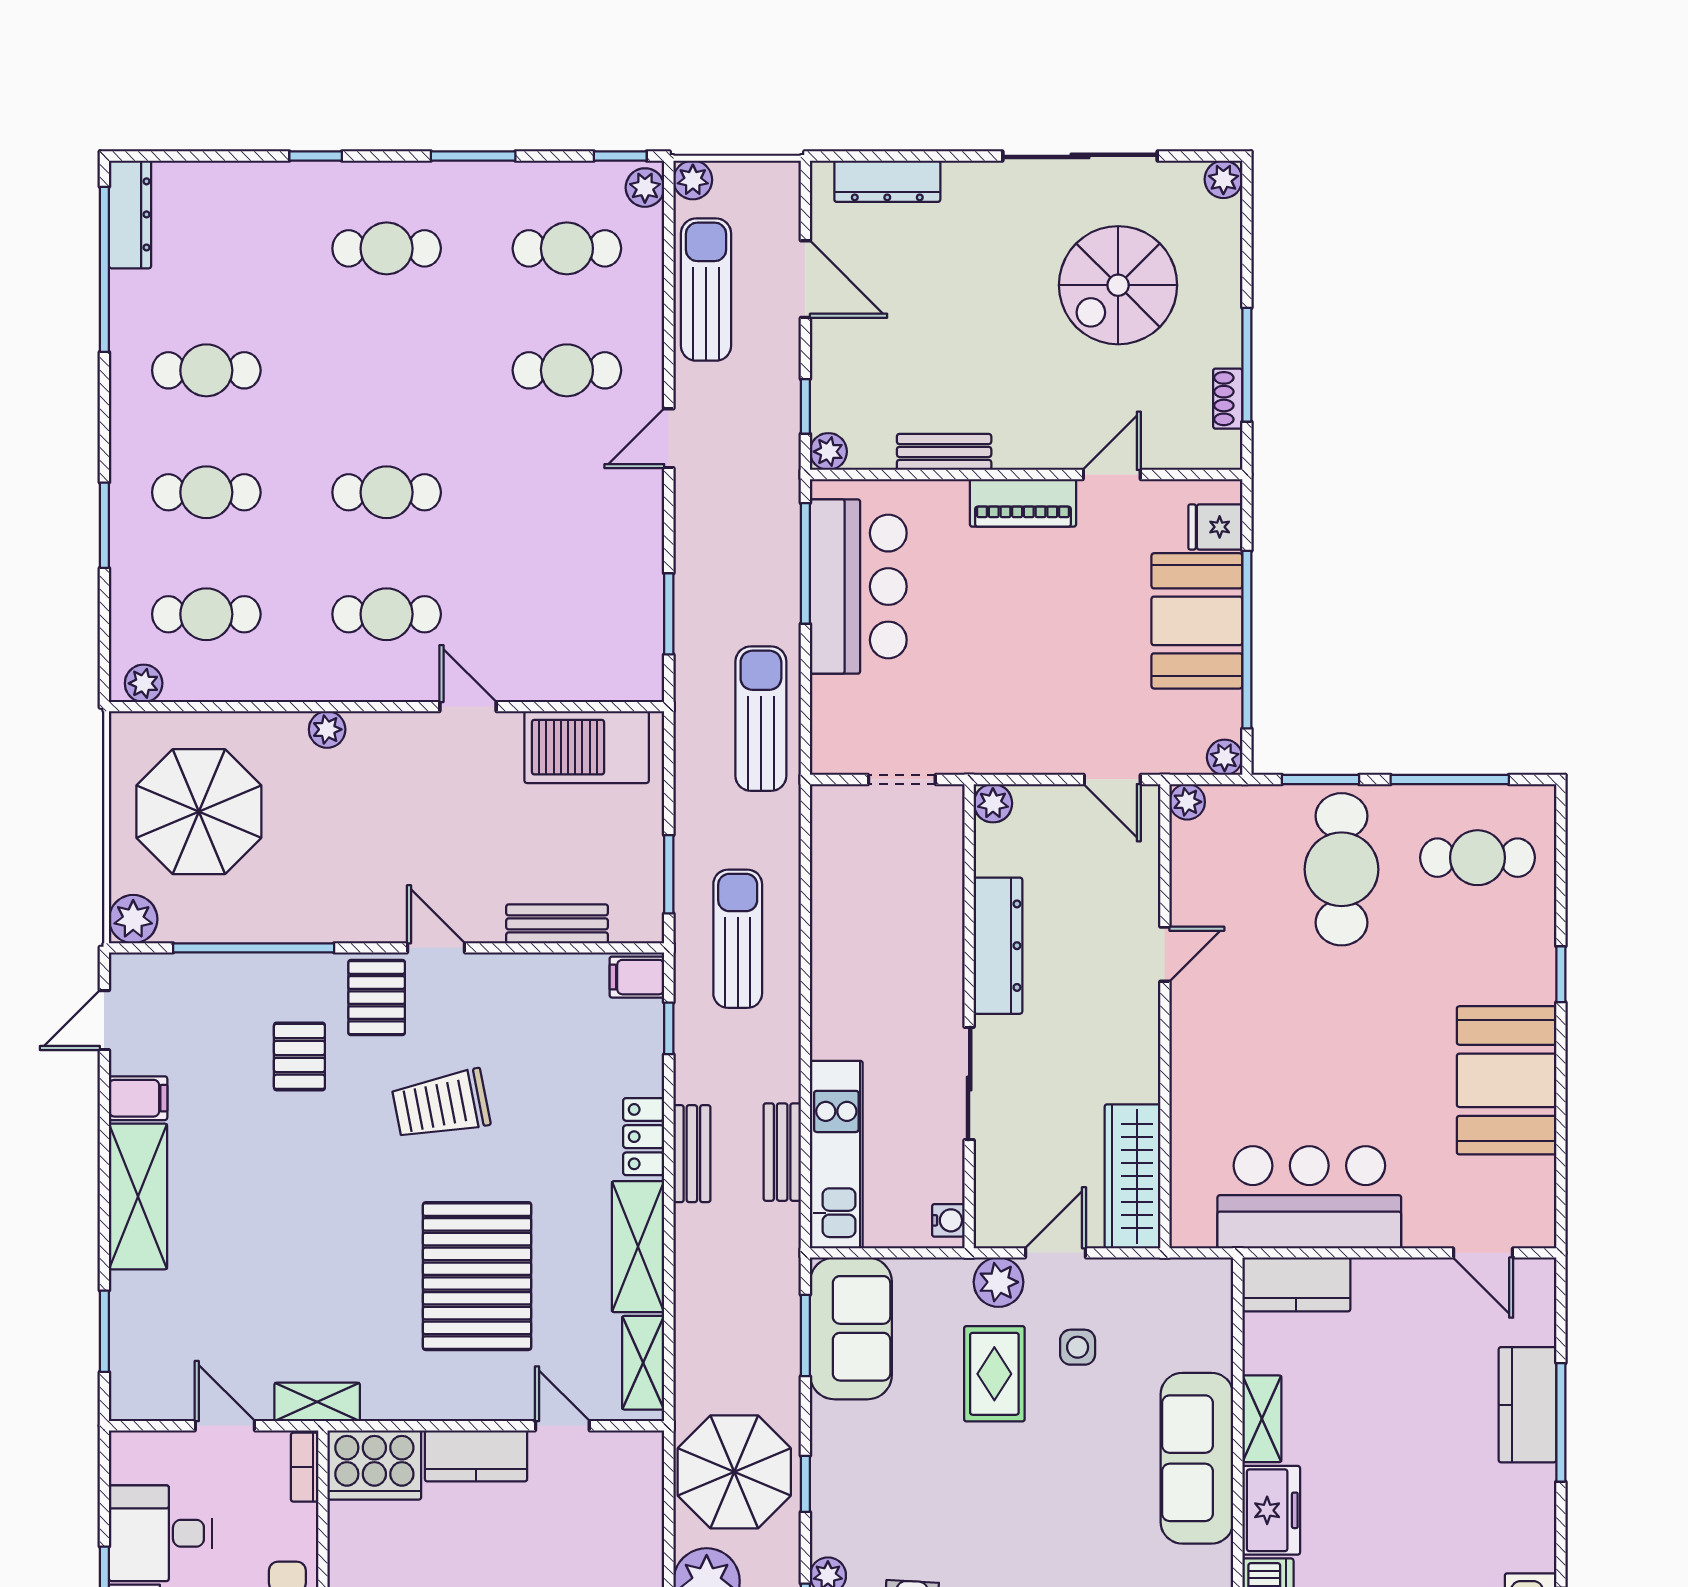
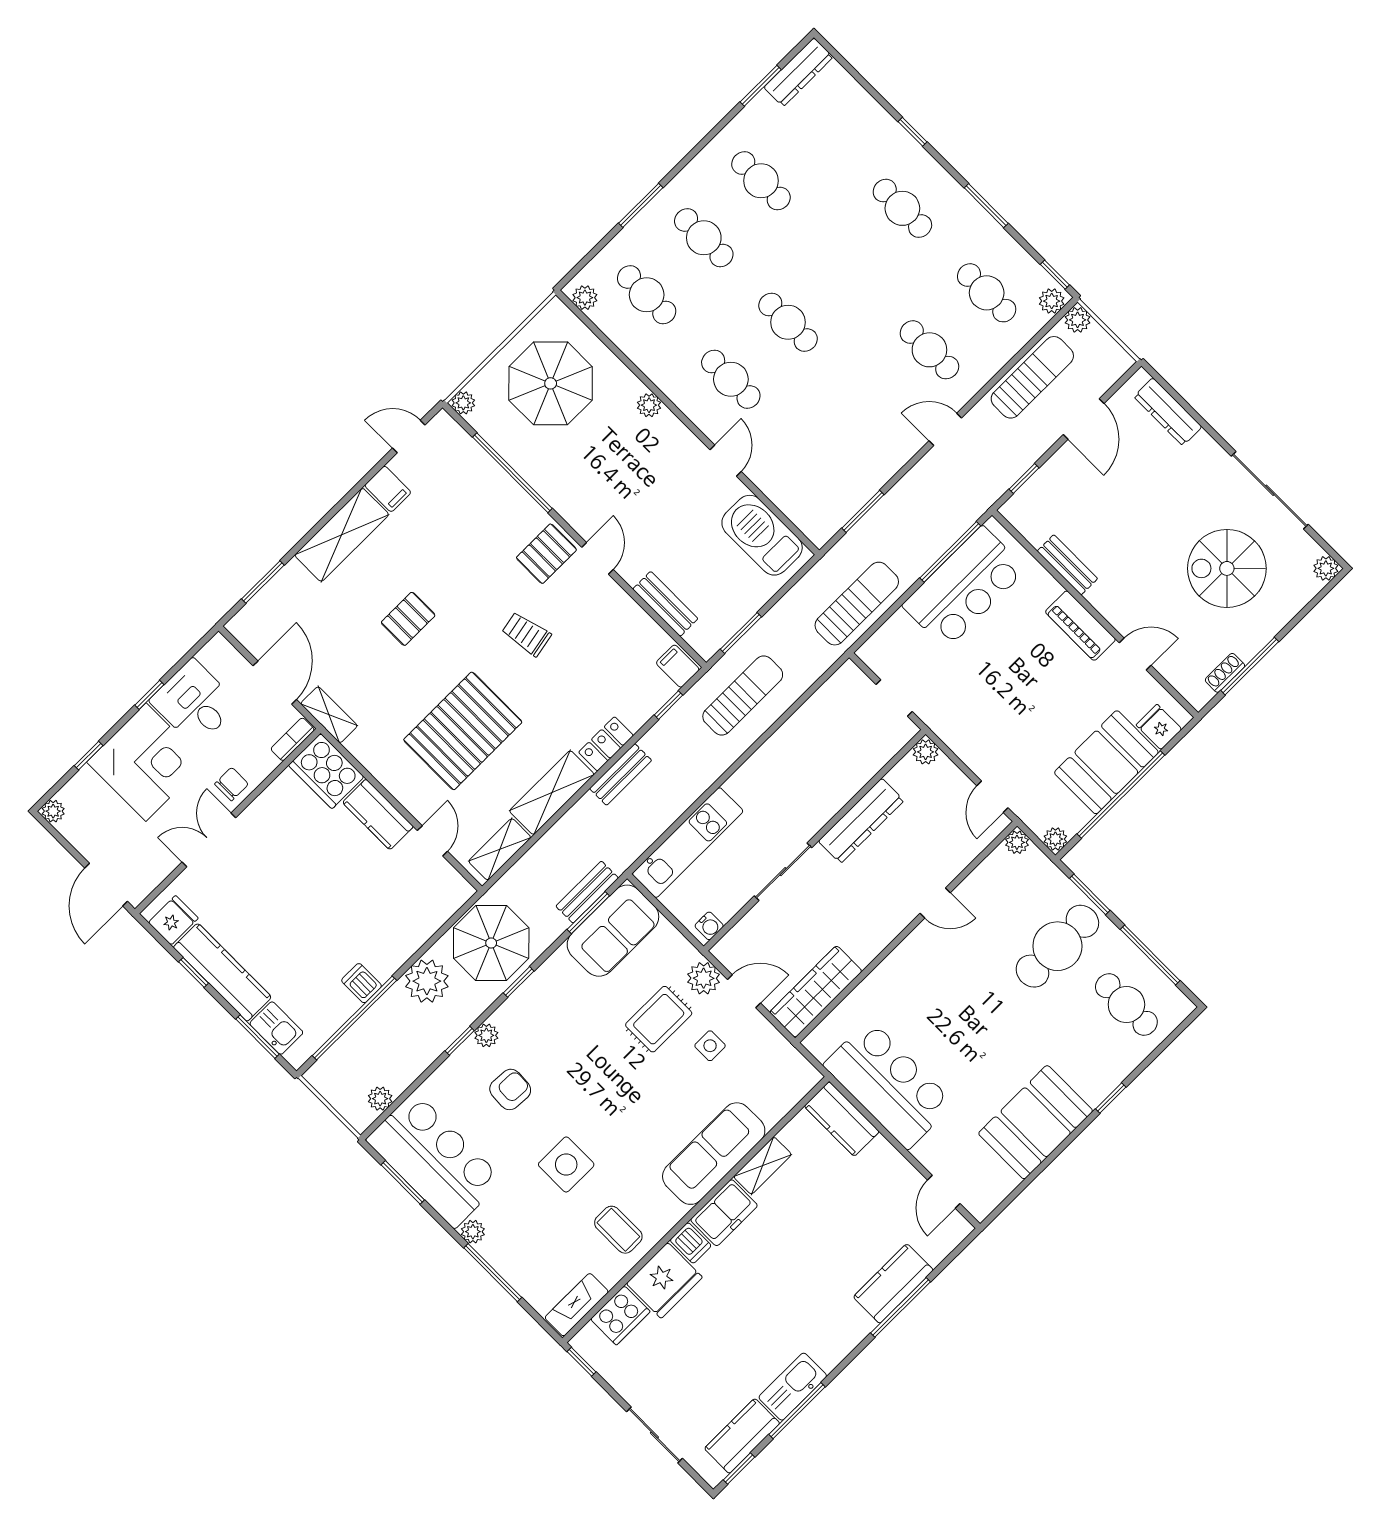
window: (104, 269) -> (761, 86), width x0.47
plant: (828, 452) -> (1014, 510), removed
plant: (133, 919) -> (463, 403), width x0.73, depth x0.73
pallet: (299, 1056) -> (408, 619), moved
trolley: (441, 1105) -> (526, 634), width x0.73, depth x0.72
bench: (782, 1152) -> (587, 892), moved
door: (225, 1426) -> (275, 683), width x1.38

